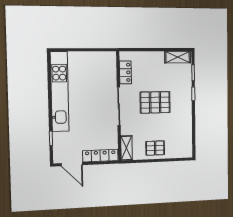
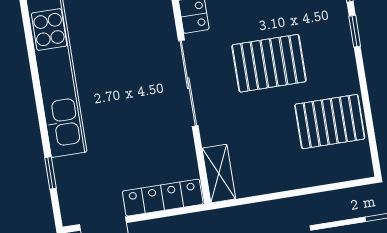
pallet: (155, 148) -> (330, 122), moved, width x1.50, depth x1.42

